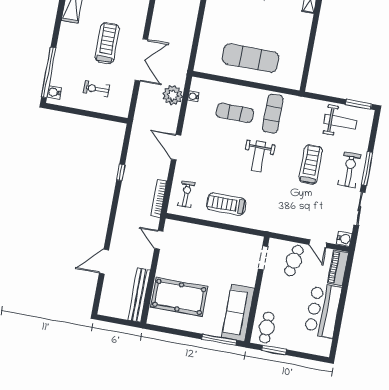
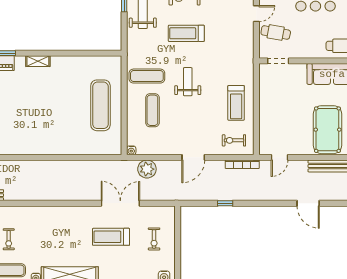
water cooler: (193, 96) -> (131, 150), moved
weight bench: (259, 156) -> (188, 82), turned -90

